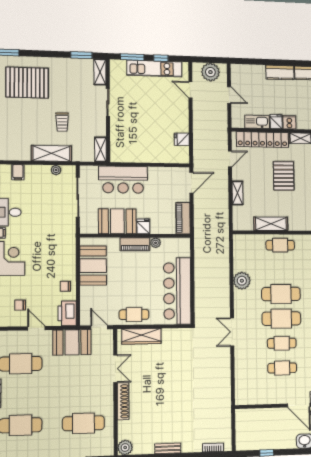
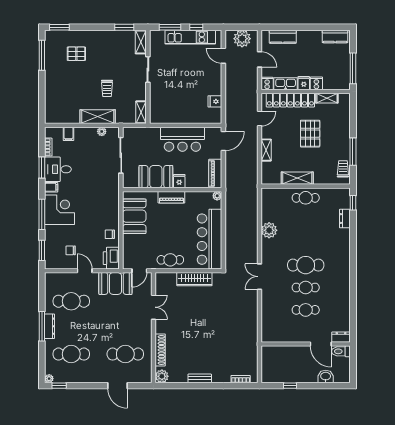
kitchen counter: (280, 72) -> (283, 37), moved
pallet: (27, 83) -> (76, 54), width x0.49, depth x0.50
cooker: (238, 121) -> (267, 84), added
bar counter: (123, 180) -> (182, 139), moved
plant: (156, 243) -> (217, 196), moved
cafe table: (281, 294) -> (306, 243), removed
door: (99, 327) -> (139, 271), swing flipped
wardrobe: (141, 336) -> (194, 279), moved
shoe rack: (123, 401) -> (160, 350), moved

